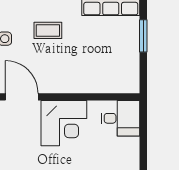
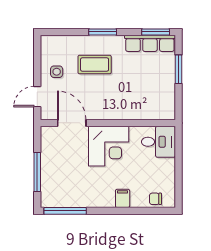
coffee table: (48, 30) -> (95, 65), width x1.36, depth x1.30

